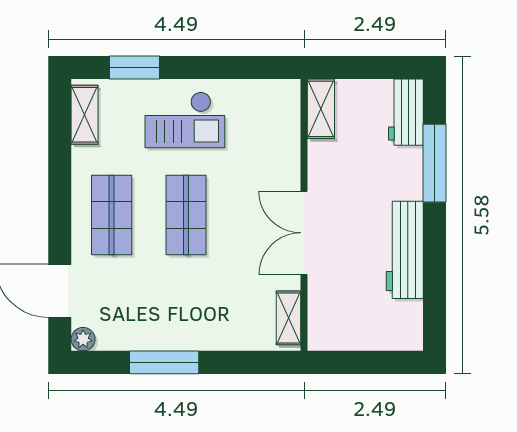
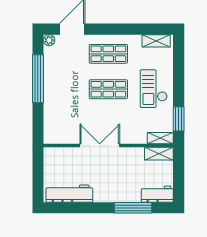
window: (134, 67) -> (179, 119), moved
workbench: (405, 250) -> (69, 194), moved
shelving: (289, 318) -> (160, 138), moved
window: (164, 362) -> (38, 79), width x1.46

